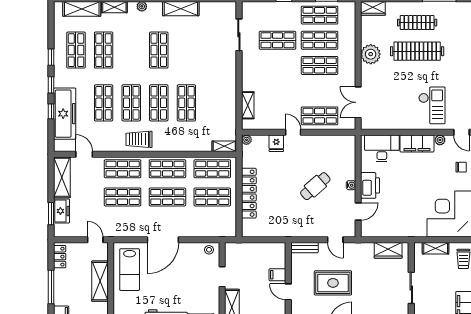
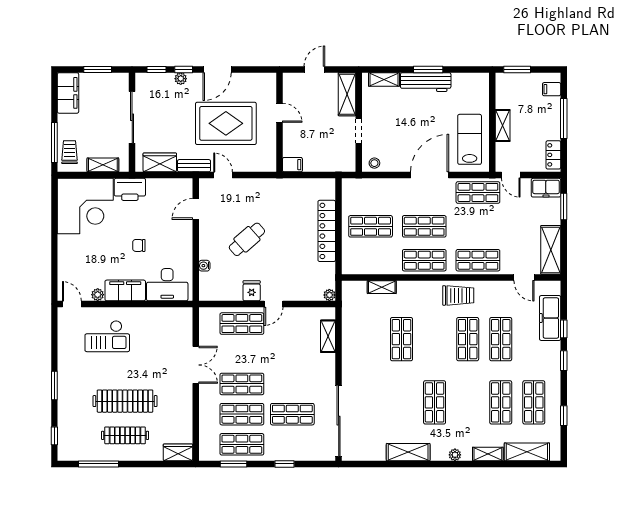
sliding door: (239, 35) -> (339, 421), width x1.86
plant: (371, 54) -> (181, 397), removed
window: (51, 57) -> (564, 416), moved
double door: (358, 102) -> (196, 365), moved
shop shelf: (159, 103) -> (435, 339), removed
checkout: (432, 105) -> (107, 336), turned -90
freezer: (65, 114) -> (550, 318), width x0.73, depth x0.79
door: (293, 132) -> (273, 304), hinge flipped
fridge: (276, 143) -> (252, 291), moved
shelving: (224, 146) -> (382, 287), moved
chair: (461, 167) -> (139, 245), moved
shop shelf: (212, 169) -> (371, 260), removed
water cooler: (351, 185) -> (204, 266), moved
printer: (370, 185) -> (130, 189), moved, turned -90
shop shelf: (123, 197) -> (478, 193), moved
freezer: (62, 211) -> (546, 188), moved, turned -90
bench: (304, 248) -> (194, 166), moved
filing cabinet: (277, 275) -> (292, 165), moved
shelving: (100, 281) -> (503, 126), width x0.67, depth x0.75
rug: (333, 283) -> (226, 123), width x1.37, depth x1.44
sliding door: (411, 288) -> (132, 117), width x1.37

